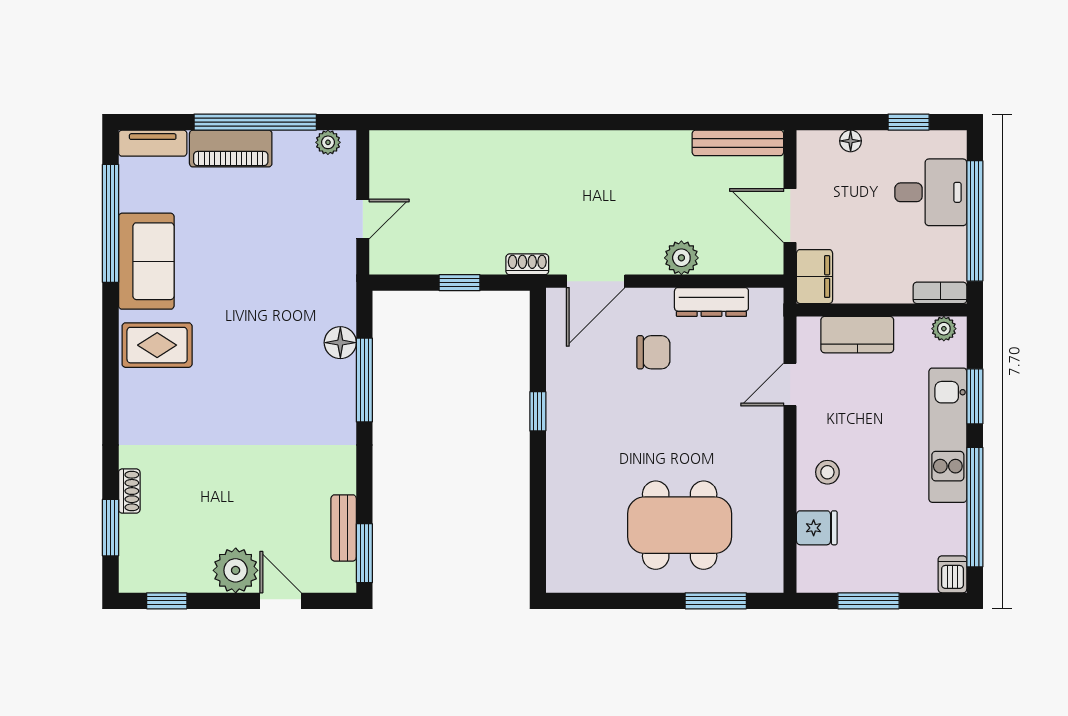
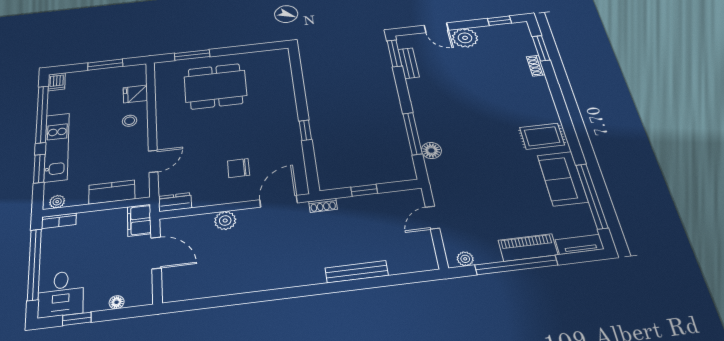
bench: (738, 143) -> (357, 272), moved
desk: (931, 192) -> (61, 294), moved, turned -90
dresser: (711, 302) -> (175, 202), moved, width x0.70

